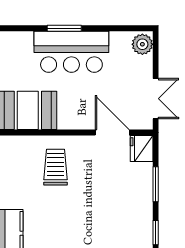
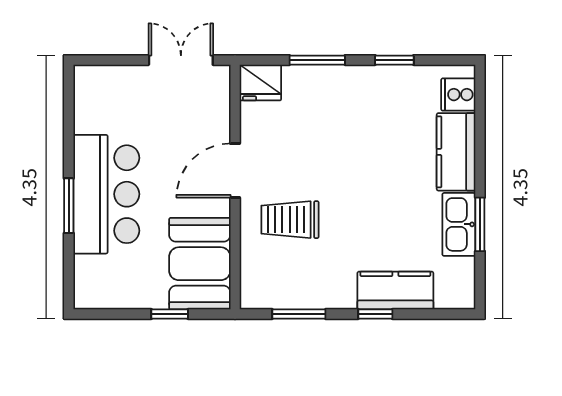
plant: (142, 44) -> (94, 81), removed
door: (112, 133) -> (235, 171), moved

